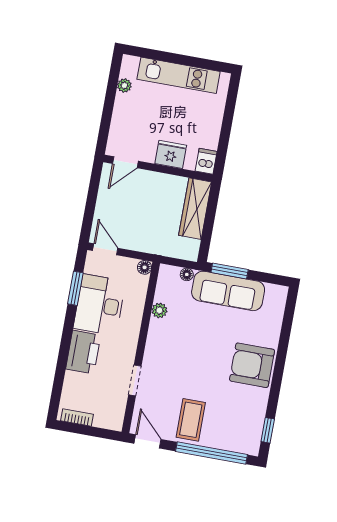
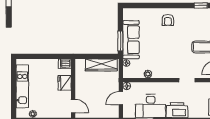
wardrobe: (195, 209) -> (101, 65), moved
door: (105, 249) -> (121, 98), moved
armchair: (252, 365) -> (168, 20), width x0.53, depth x0.53

